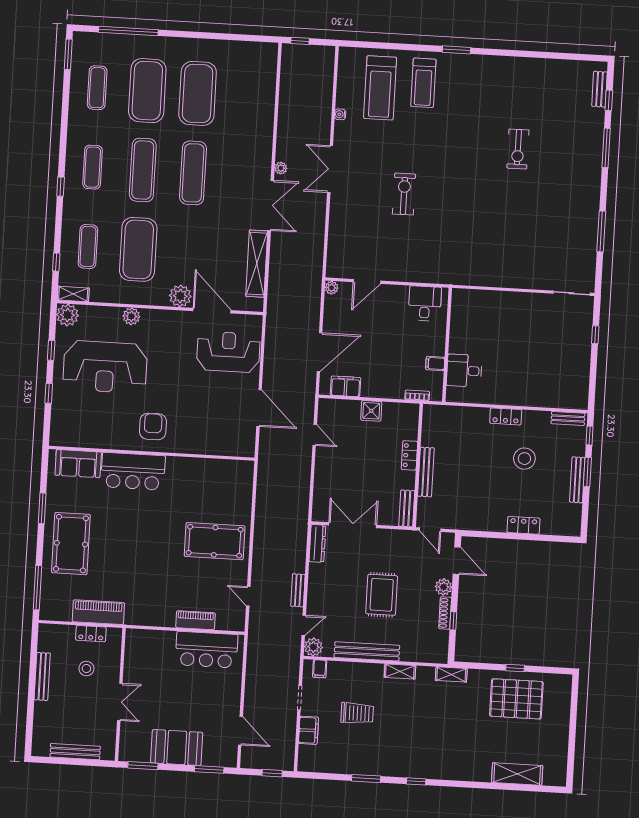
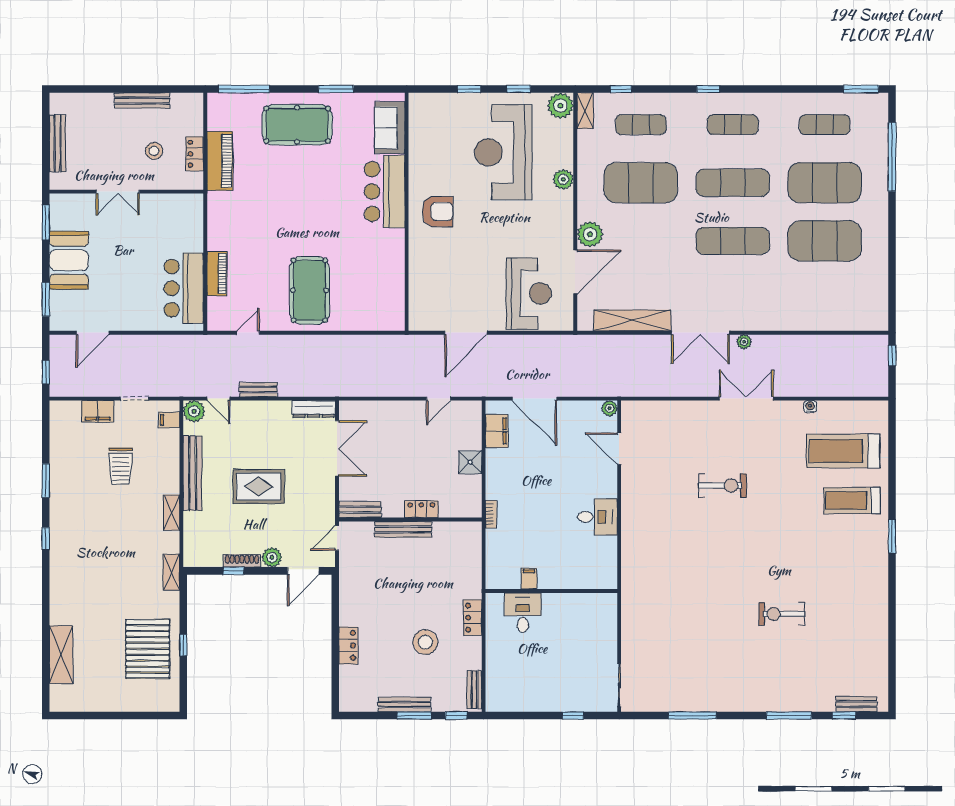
wall: (447, 345) -> (551, 591), moved
filing cabinet: (435, 363) -> (529, 579), moved
desk: (464, 371) -> (523, 613), moved

